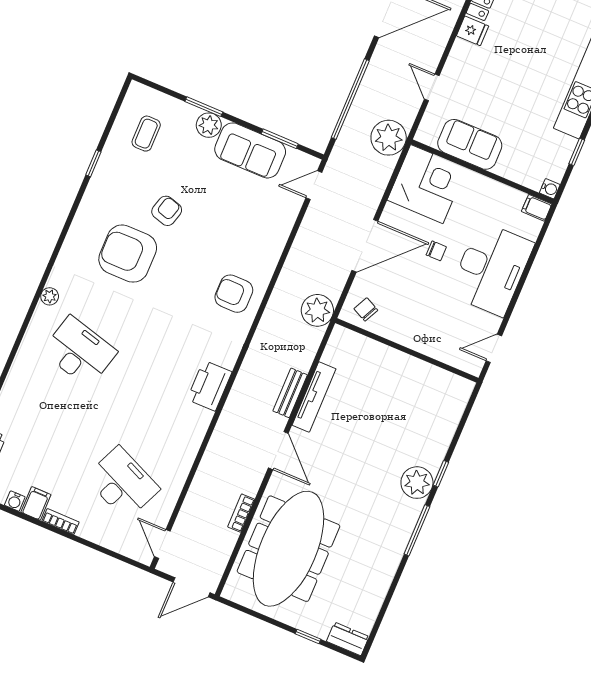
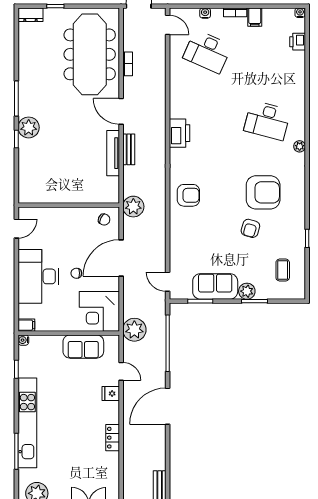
fridge: (473, 31) -> (111, 393), moved
door: (314, 185) -> (168, 282), swing flipped
water cooler: (15, 501) -> (205, 13), moved

